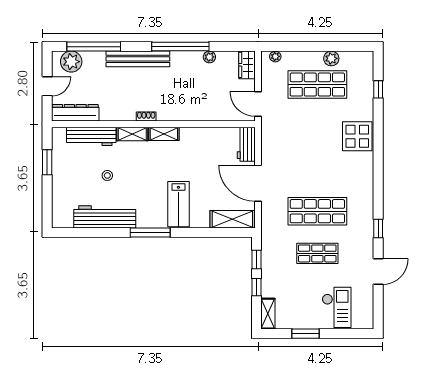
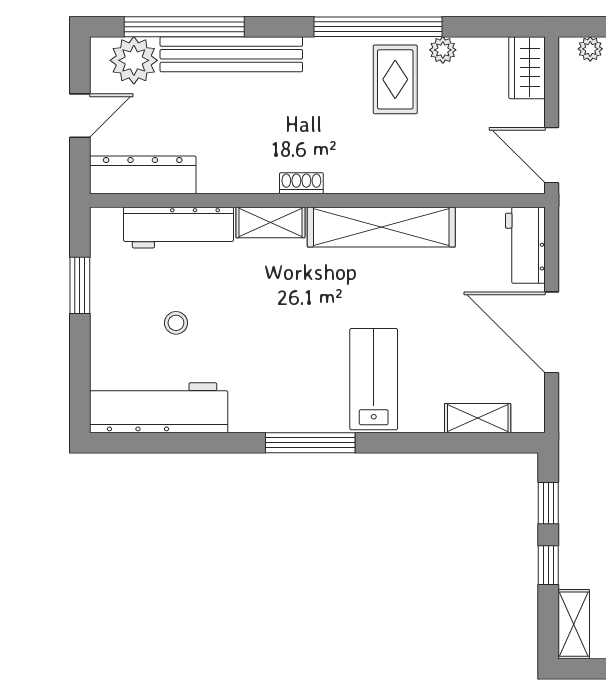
bench: (138, 59) -> (231, 54), moved
rug: (188, 70) -> (395, 79), added
shelving: (164, 134) -> (381, 227), width x2.20, depth x1.33
stool: (107, 175) -> (176, 323), moved
lab bench: (178, 204) -> (374, 379), turned 180
workbench: (105, 217) -> (159, 408), moved
shelving: (232, 219) -> (478, 418), width x0.67, depth x0.75

